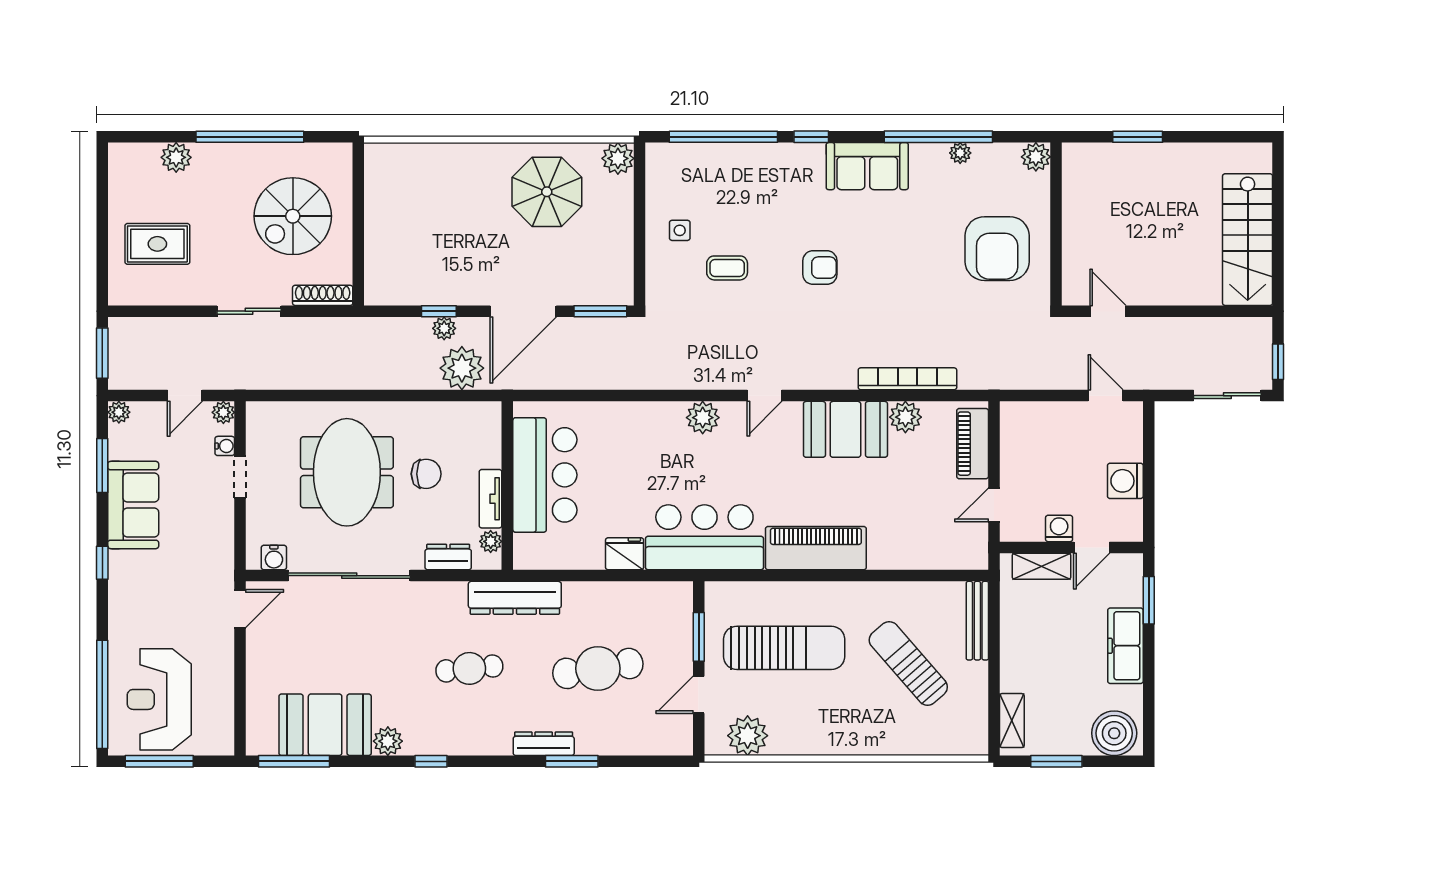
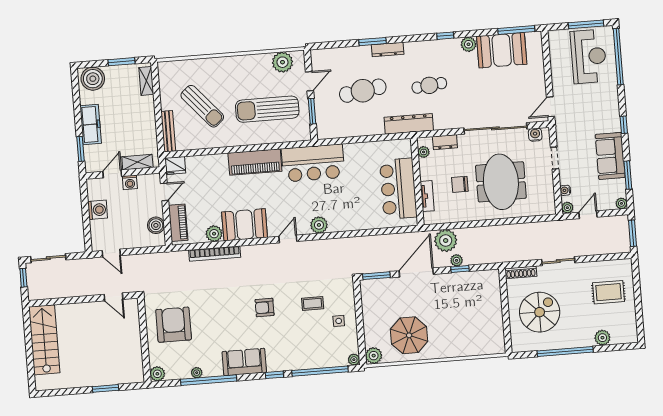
plant: (656, 154) -> (354, 360), added
boiler: (1016, 442) -> (156, 225), added
doorway: (240, 477) -> (555, 158), moved
tv unit: (491, 499) -> (427, 196), moved
fridge: (625, 554) -> (175, 166), moved

